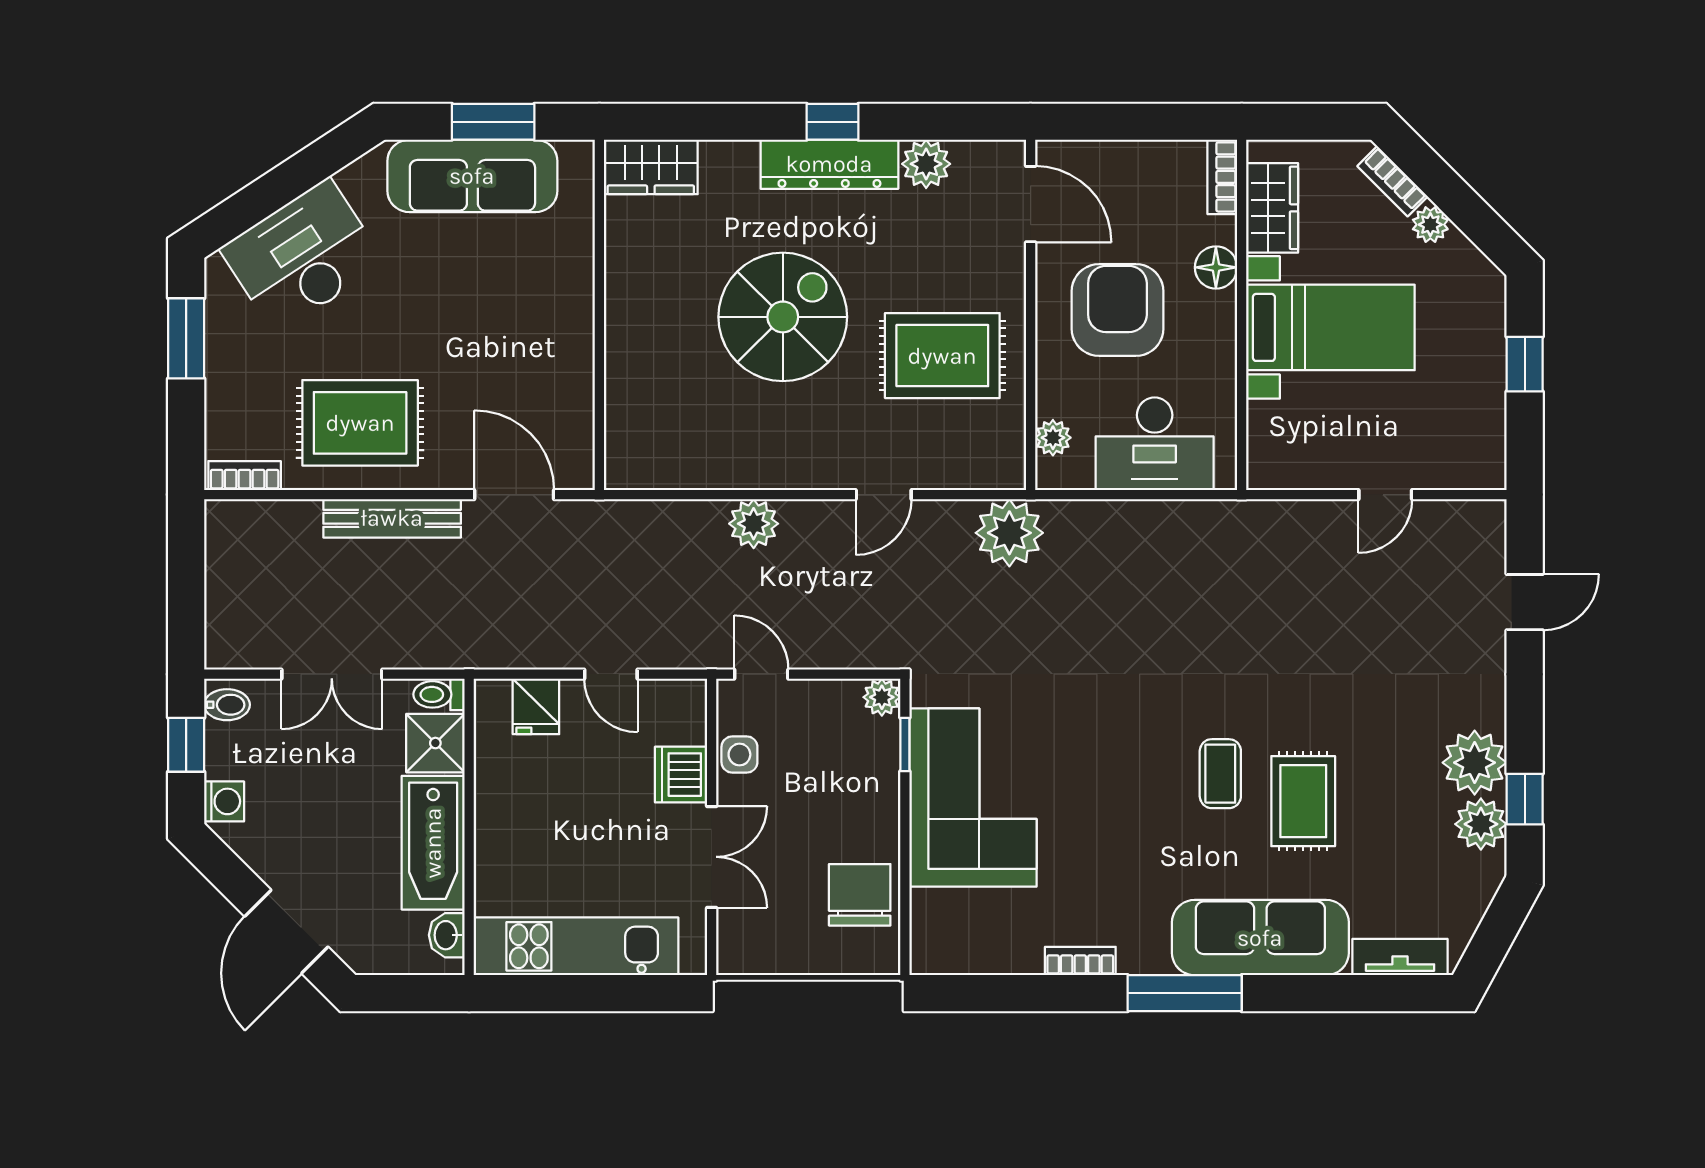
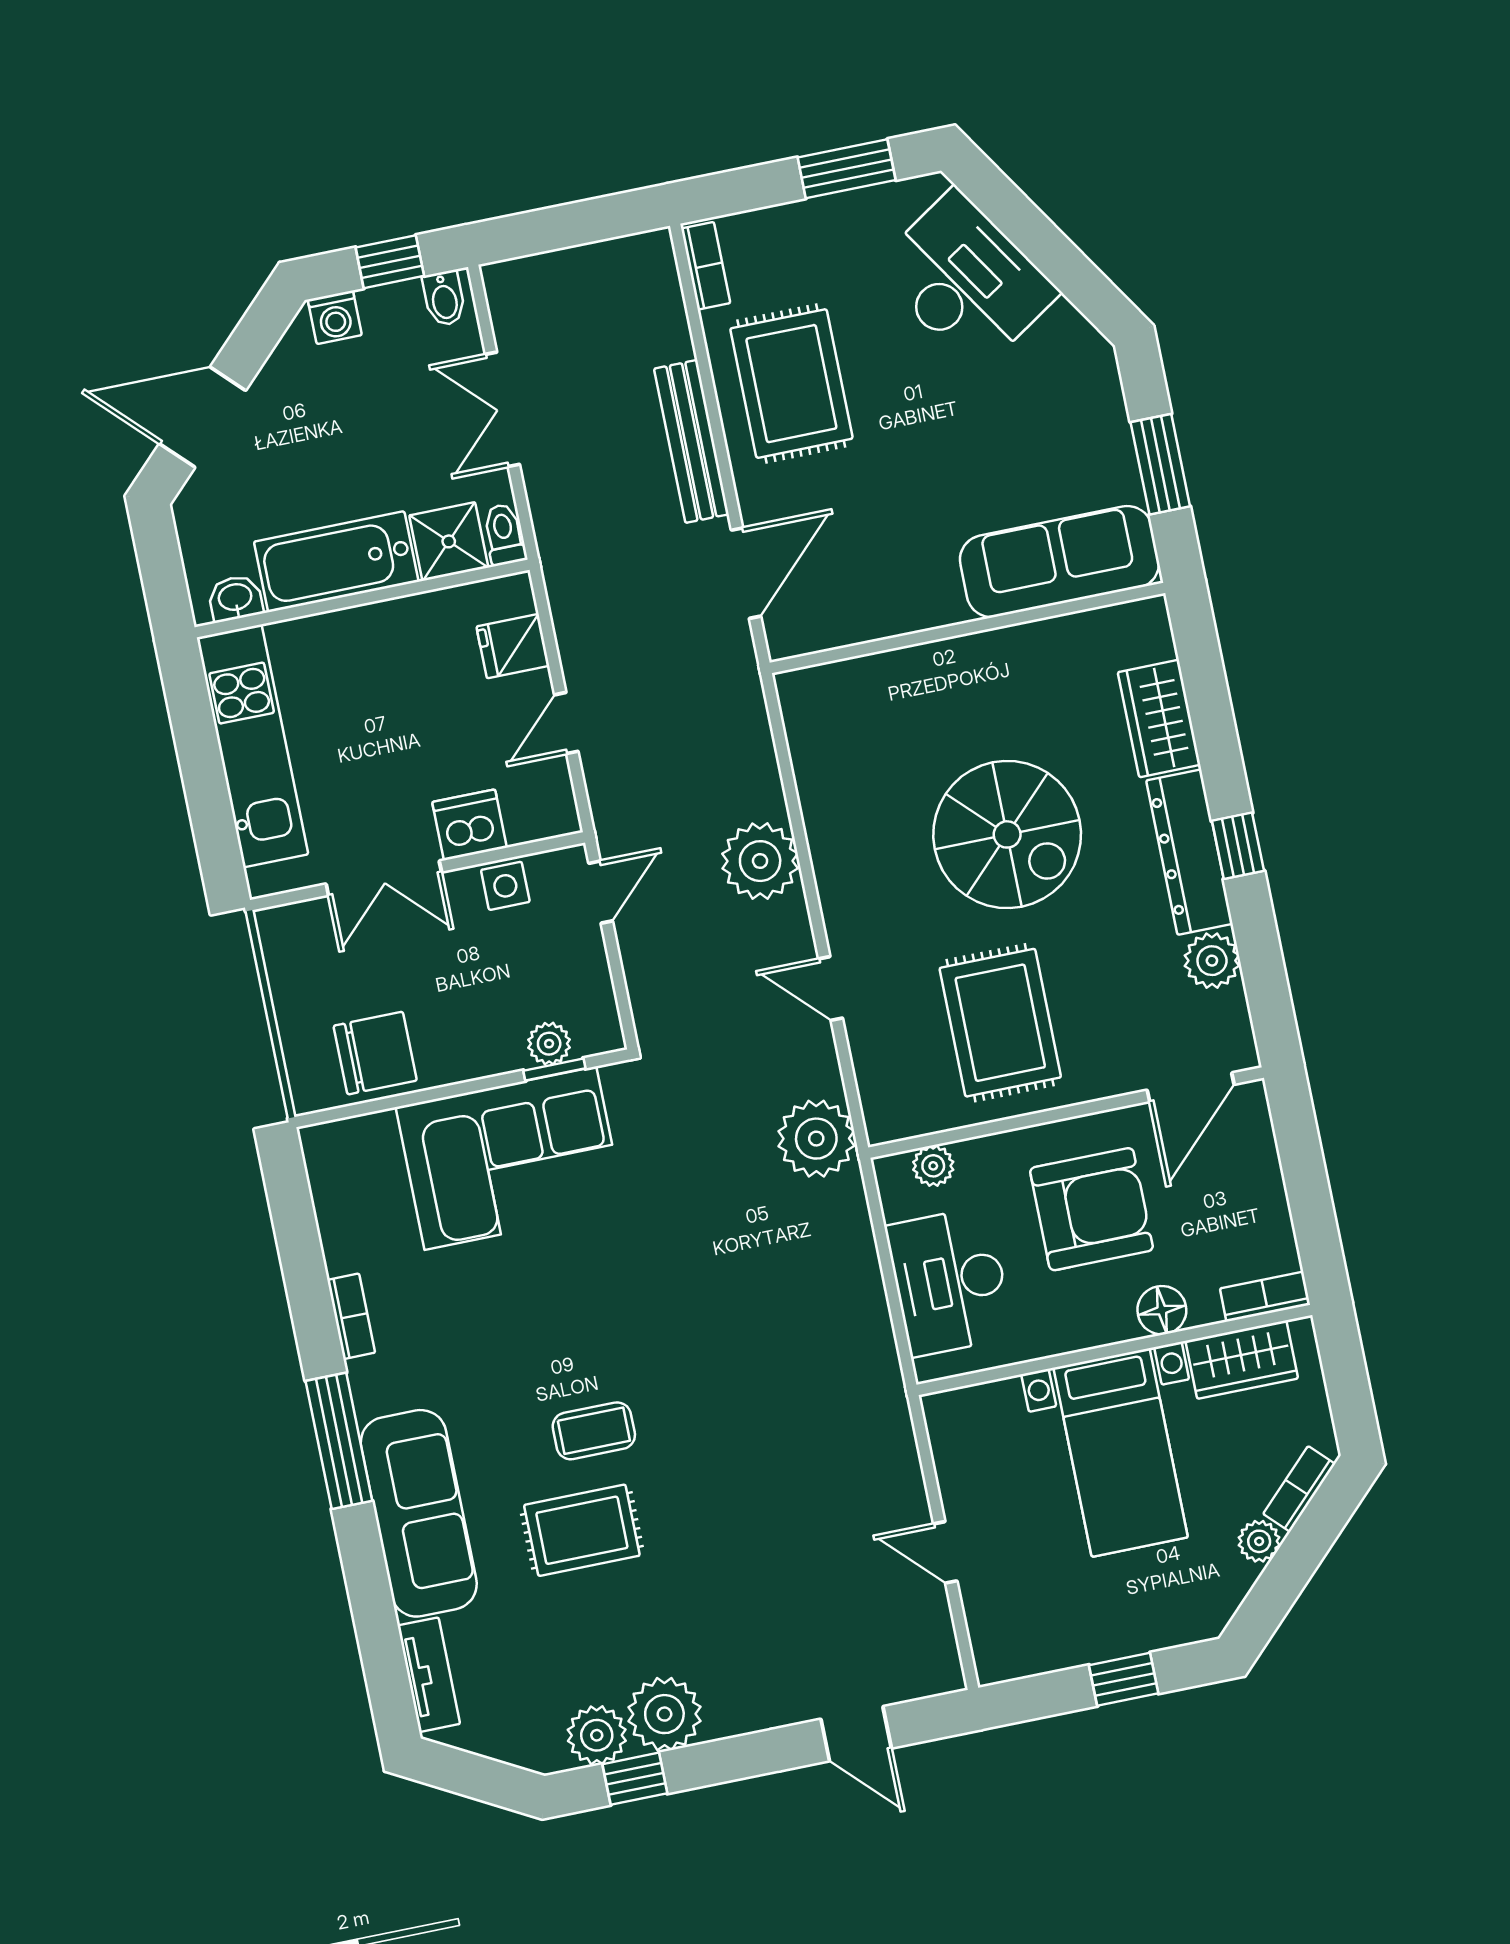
wardrobe: (651, 167) -> (1159, 719), moved
sofa: (472, 176) -> (1059, 562), moved, turned 90
plant: (754, 524) -> (760, 861), width x1.36, depth x1.36
plant: (882, 697) -> (549, 1044), moved

